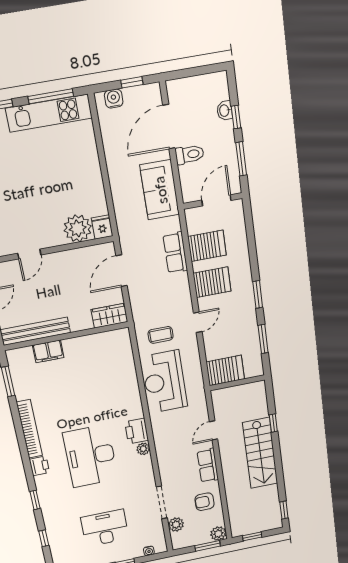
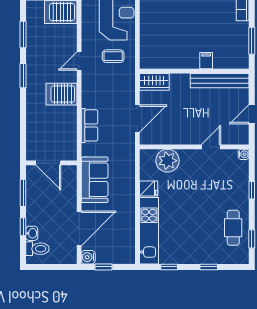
window: (51, 96) -> (169, 267), width x0.46
water cooler: (114, 99) -> (88, 257), moved, turned 90
kitchen unit: (49, 113) -> (149, 231), moved, turned 90
toilet: (190, 154) -> (37, 249), moved, turned 180
door: (216, 200) -> (48, 163), hinge flipped
fridge: (102, 227) -> (149, 189), moved, turned -90
server rack: (207, 246) -> (62, 126), removed
filing cabinet: (48, 351) -> (206, 61), width x0.50

